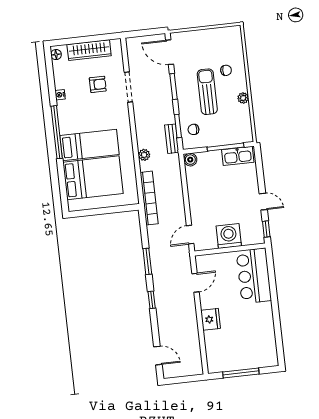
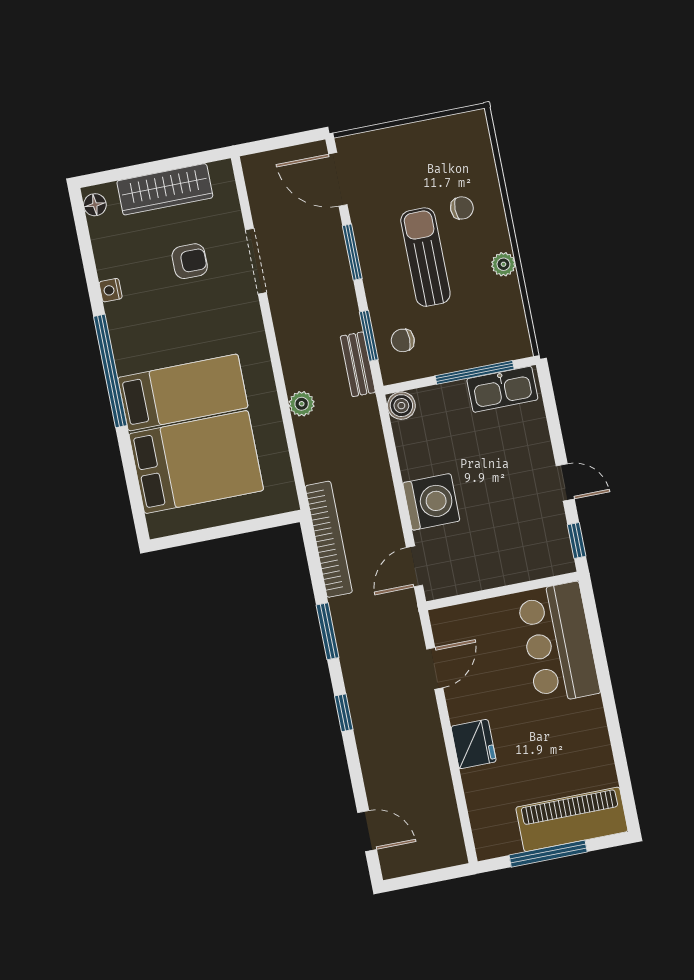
bookcase: (149, 198) -> (329, 539), moved
washing machine: (229, 236) -> (431, 502), moved, turned 90
piano: (253, 358) -> (572, 819), added

